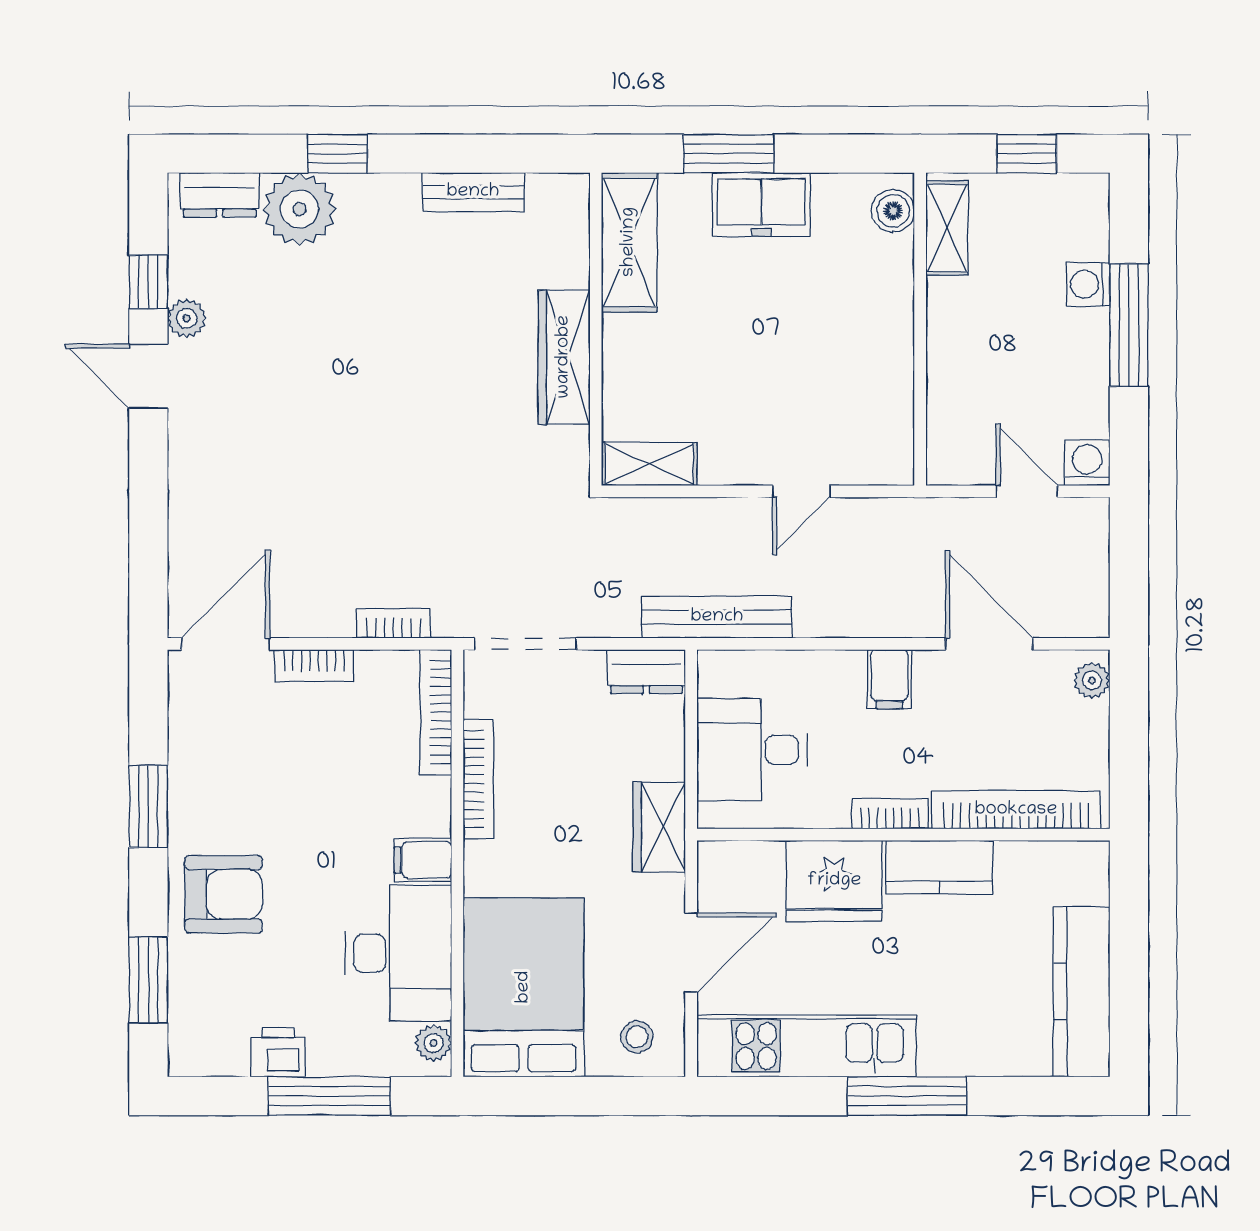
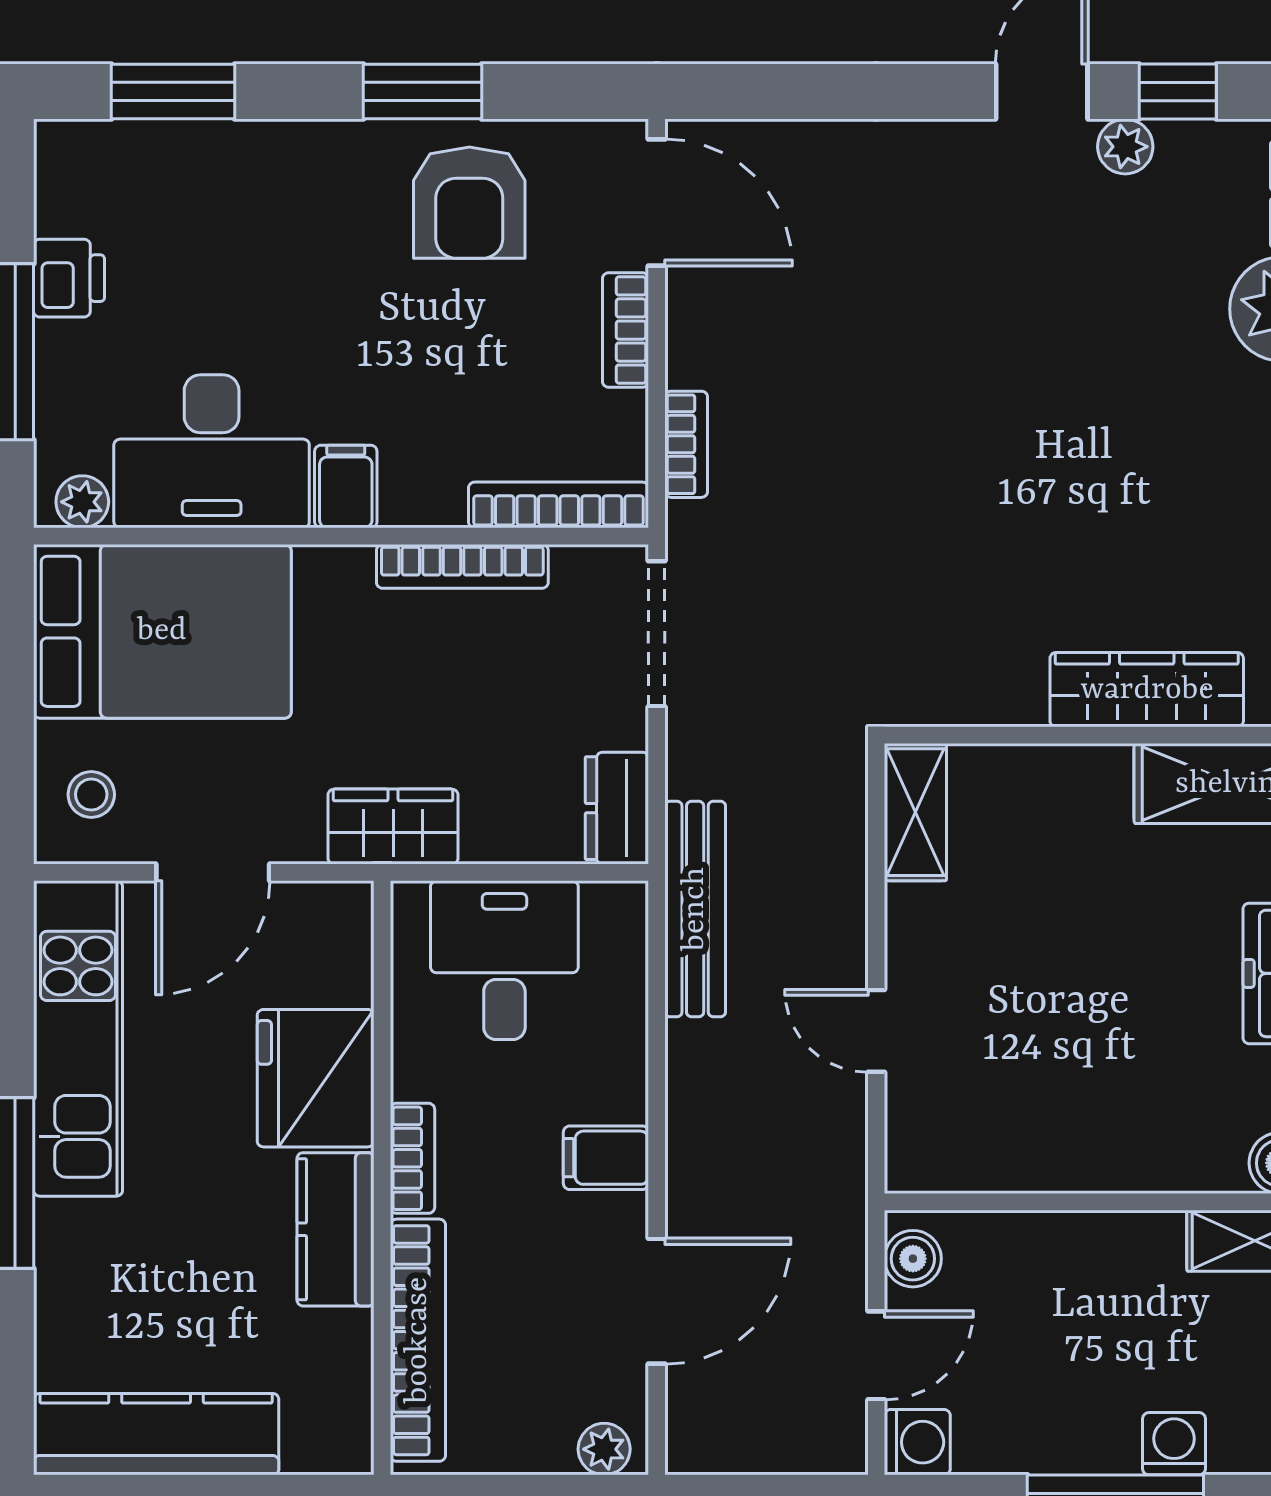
wardrobe: (564, 357) -> (1147, 690), moved
boiler: (960, 466) -> (913, 1259), added
armchair: (223, 894) -> (469, 203), moved
door: (691, 952) -> (213, 872), hinge flipped

